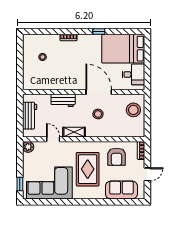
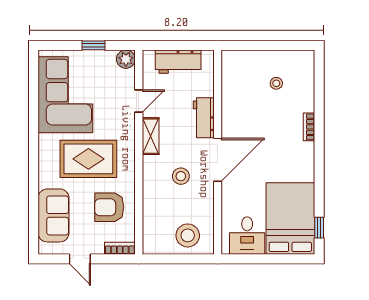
window: (99, 31) -> (319, 228), moved
door: (99, 92) -> (218, 160), moved
window: (20, 184) -> (94, 45), moved

